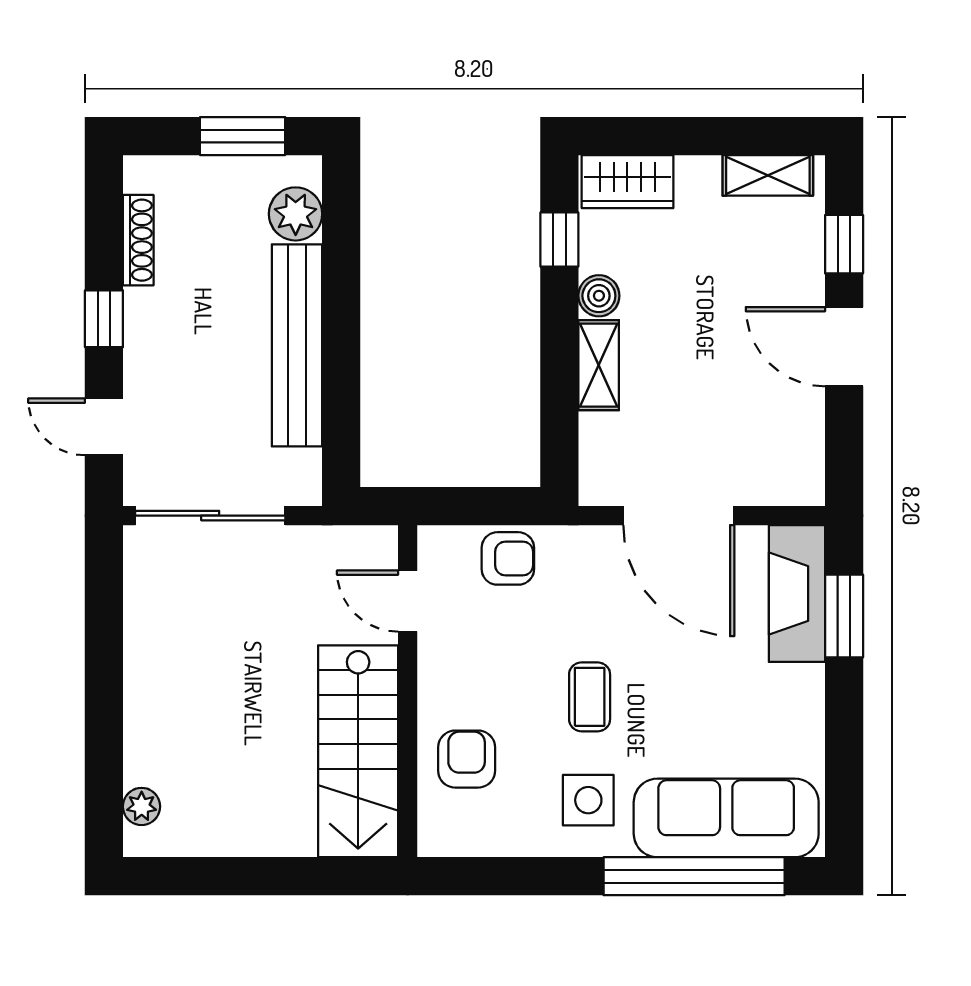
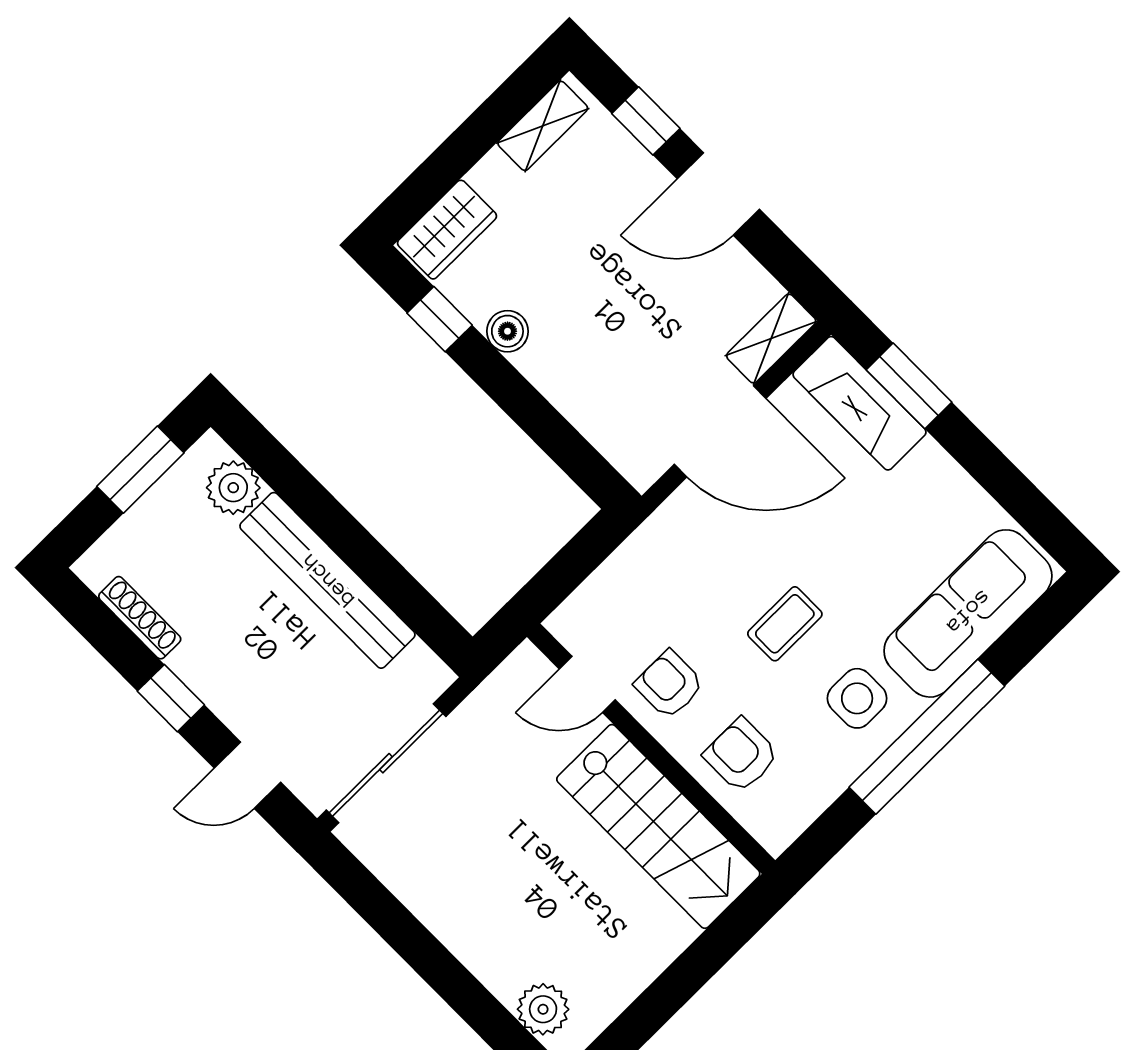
shelving: (599, 365) -> (771, 339), moved, turned 90
armchair: (508, 558) -> (669, 684), moved, turned -90
coffee table: (590, 697) -> (785, 624), turned 90
plant: (142, 806) -> (543, 1009), width x1.38, depth x1.38
window: (694, 876) -> (927, 737), moved

